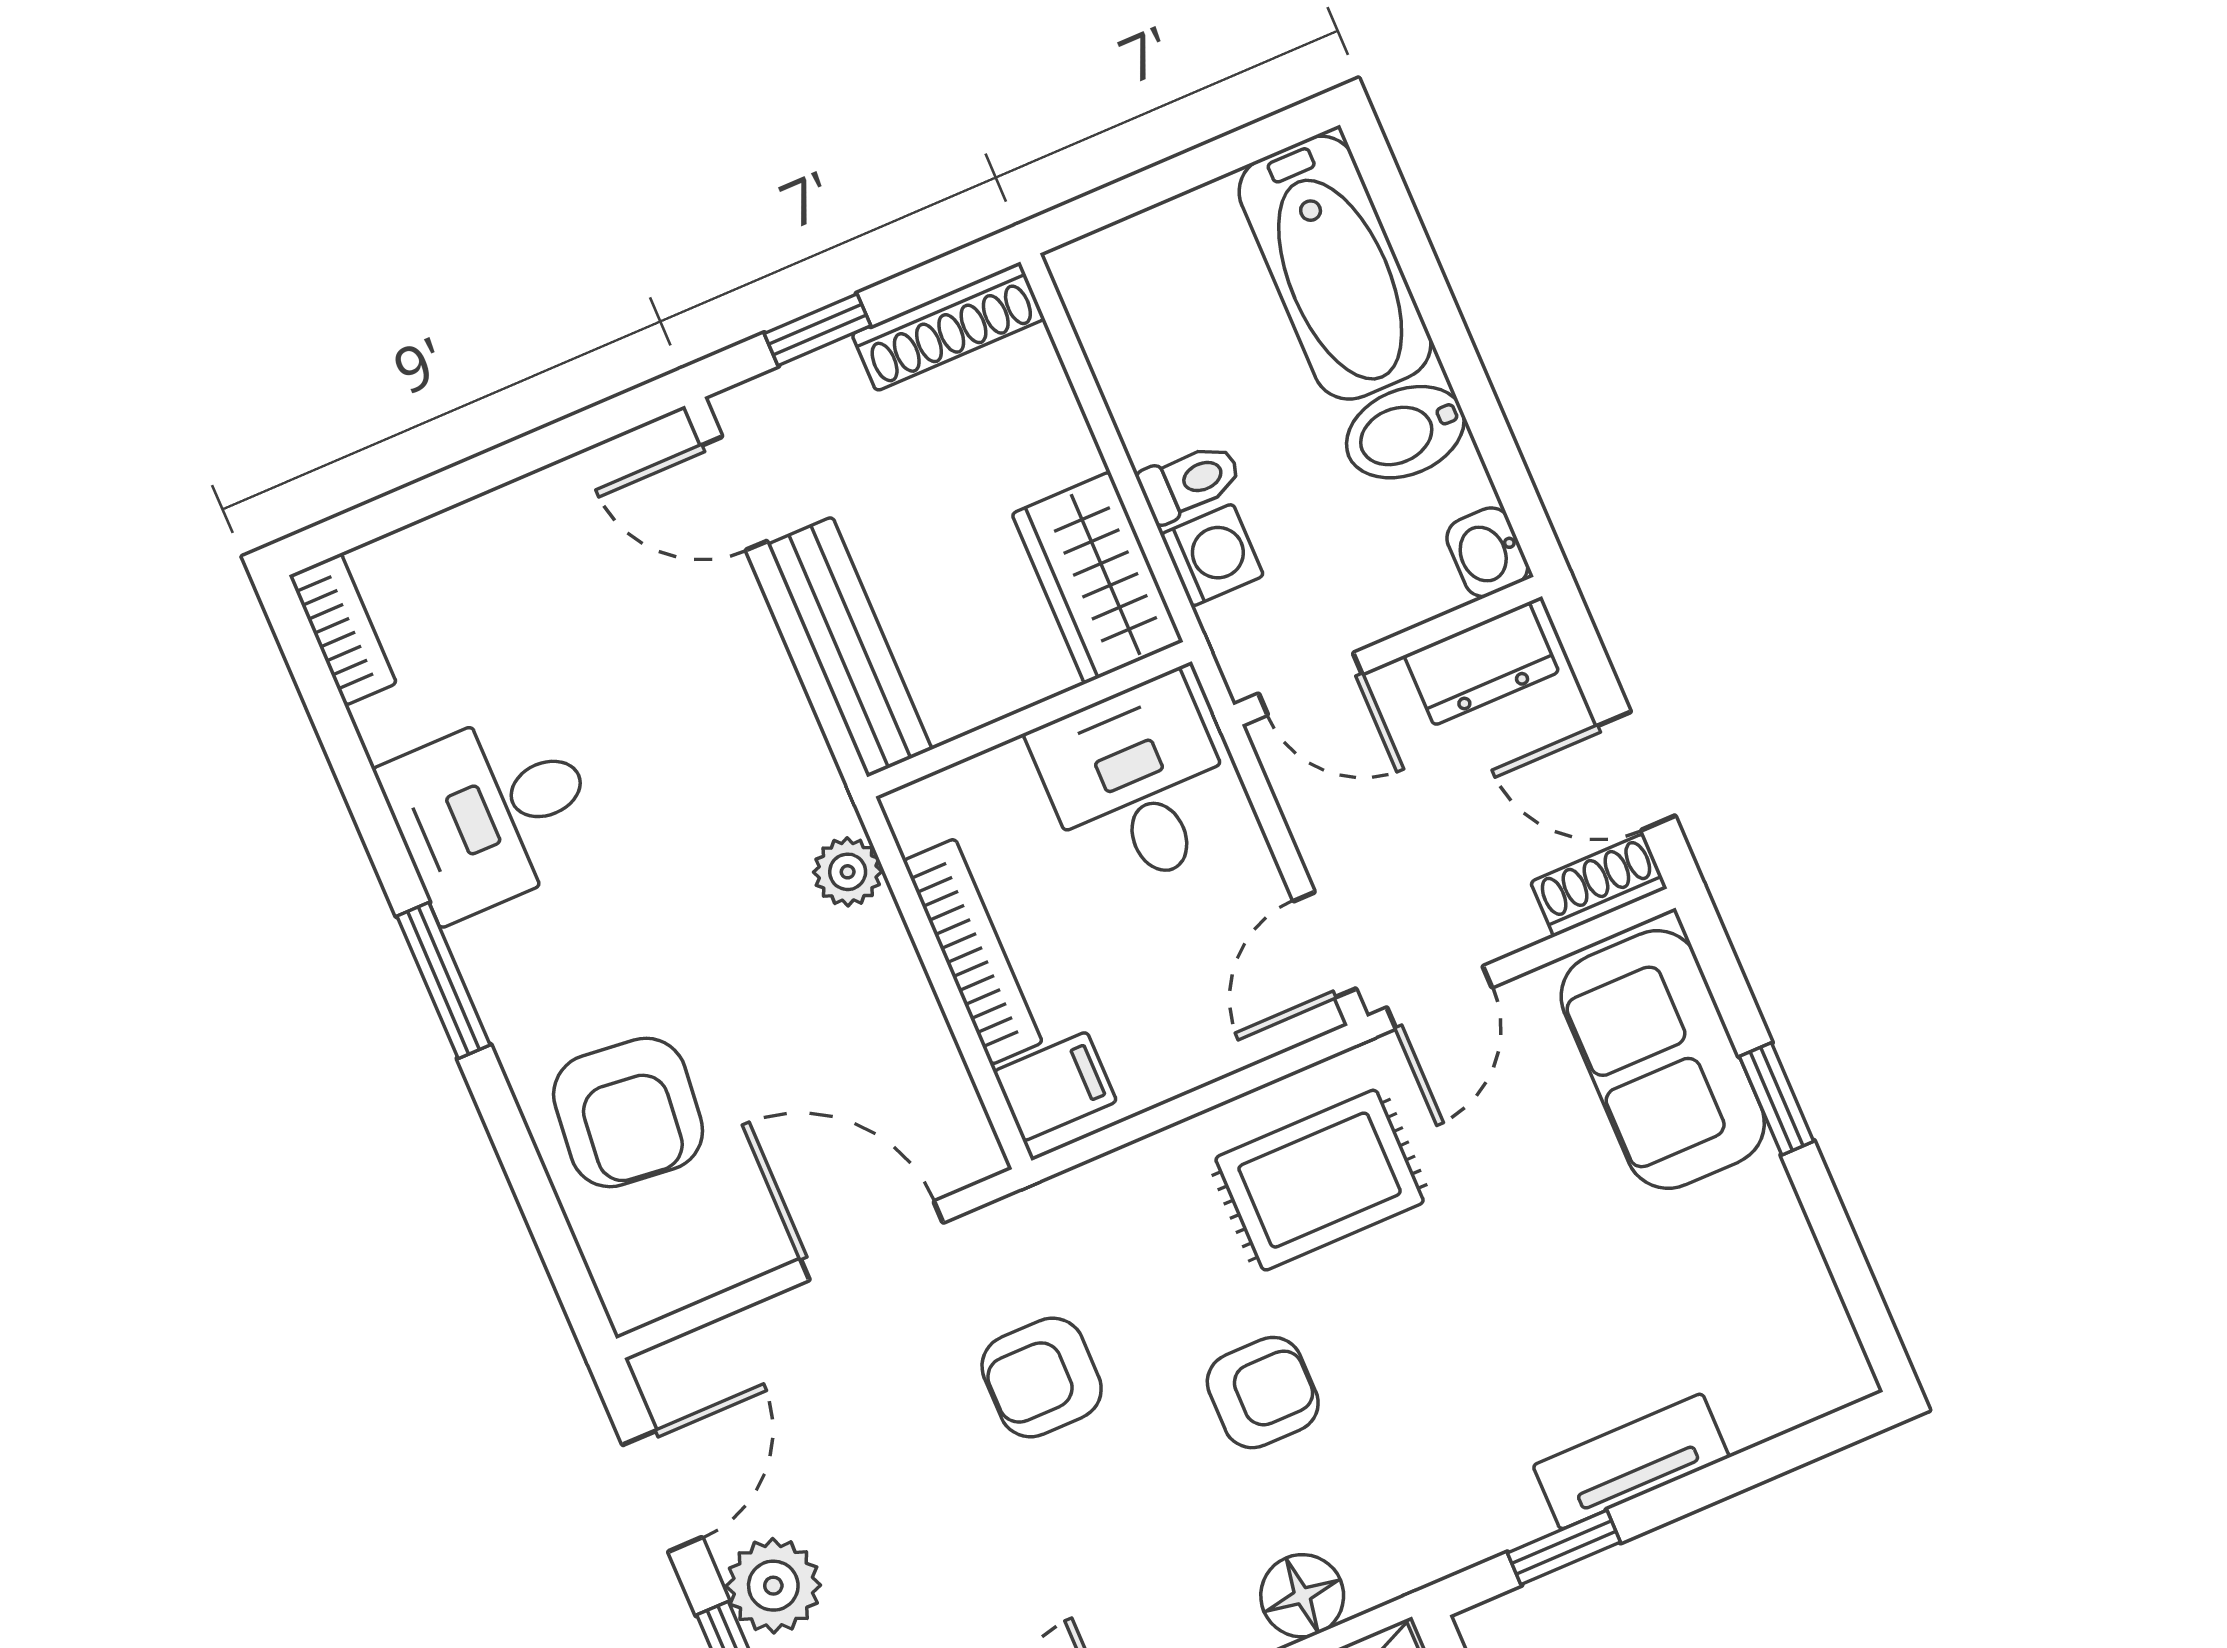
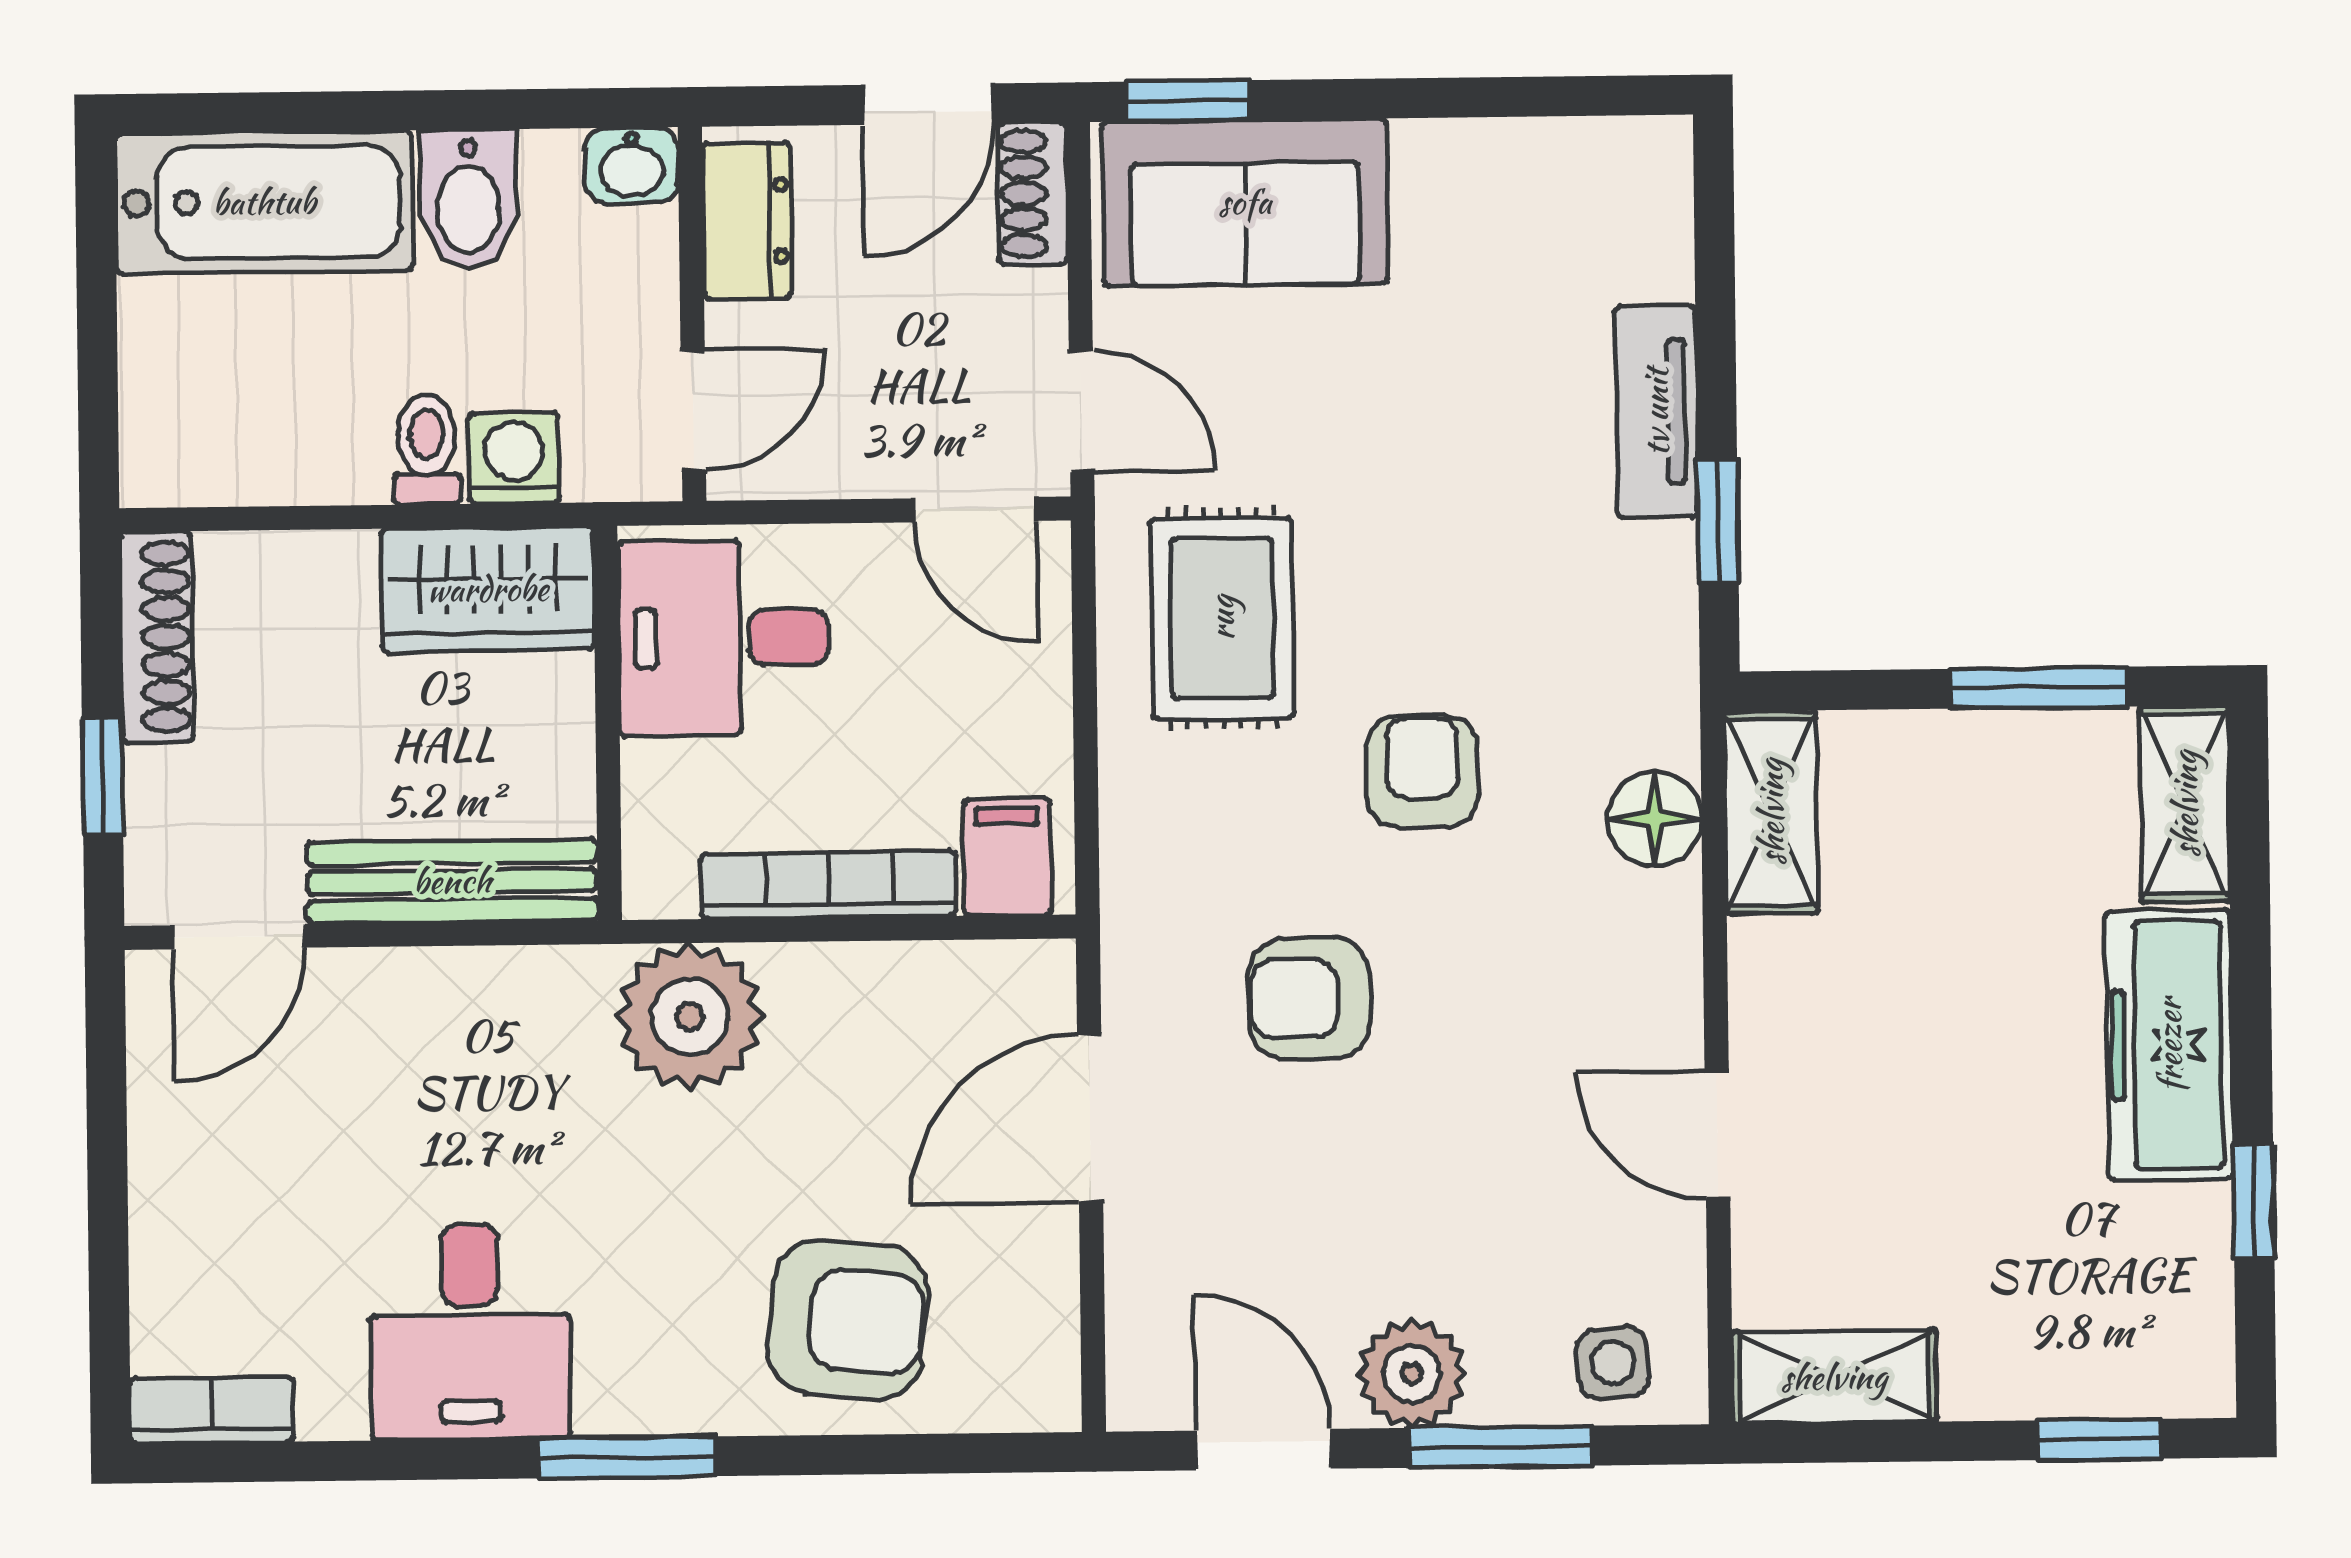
plant: (848, 872) -> (690, 1017), width x1.88, depth x1.88
window: (1777, 1099) -> (1188, 101), moved
armchair: (1042, 1377) -> (1309, 999), turned 90

